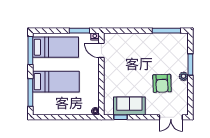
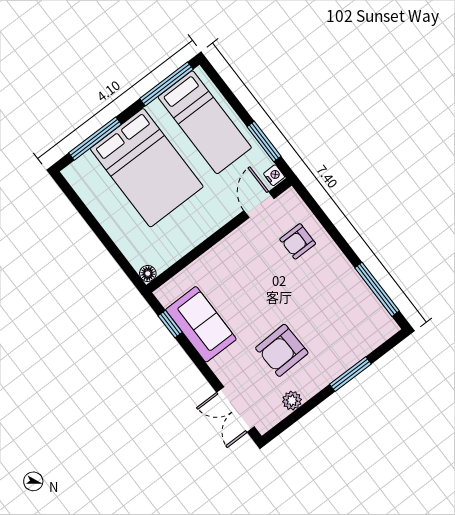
armchair: (126, 47) -> (298, 241), added
plant: (184, 76) -> (292, 401), moved
bed: (56, 82) -> (147, 168), width x1.50

